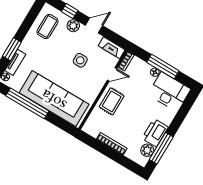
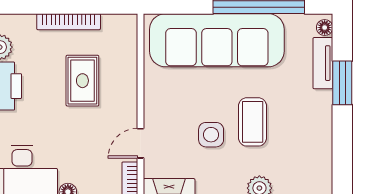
coffee table: (48, 26) -> (253, 122), moved
rug: (112, 101) -> (82, 81), moved

